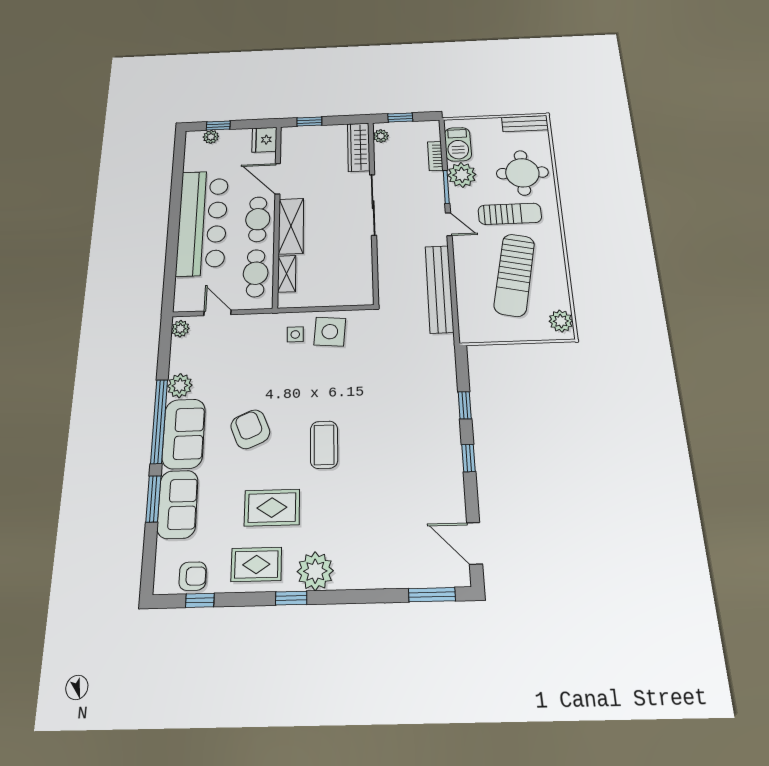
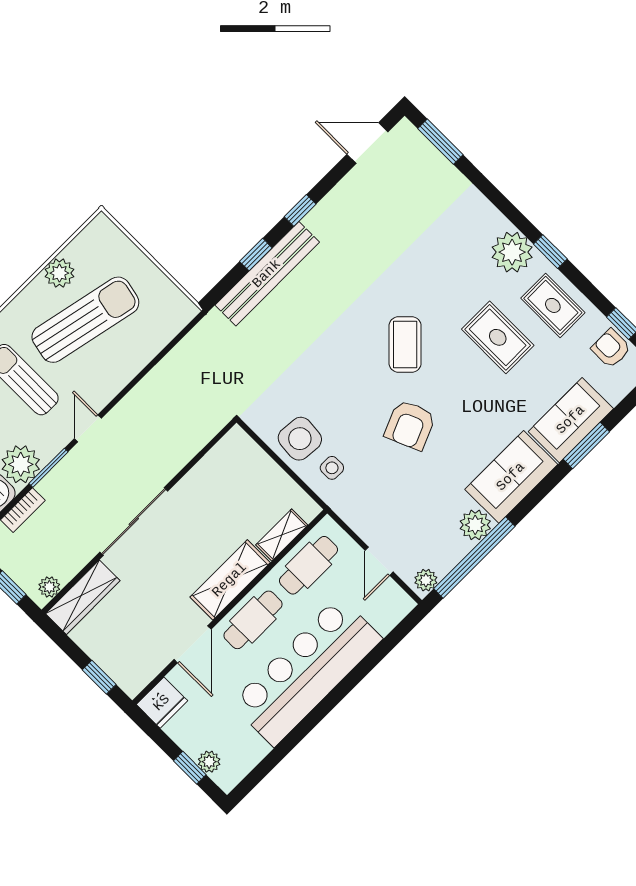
bench: (439, 289) -> (267, 274), moved
plant: (561, 321) -> (59, 273), moved
window: (159, 421) -> (474, 557), moved
armchair: (250, 429) -> (410, 425), moved
coffee table: (324, 445) -> (405, 345), turned -45
door: (475, 543) -> (367, 143), swing flipped

